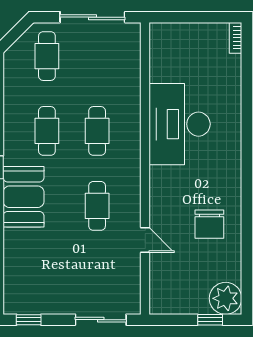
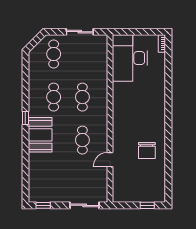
sliding door: (92, 17) -> (80, 32), width x0.73
desk: (180, 124) -> (130, 58), moved
door: (145, 240) -> (110, 160), swing flipped
plant: (226, 298) -> (156, 193), removed

